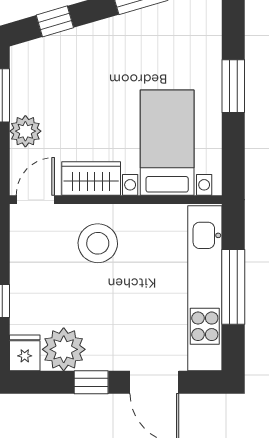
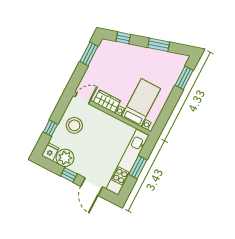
window: (233, 86) -> (184, 78), moved
plant: (25, 131) -> (92, 72), removed
stool: (98, 243) -> (74, 125), moved
window: (233, 287) -> (138, 167), width x0.69

